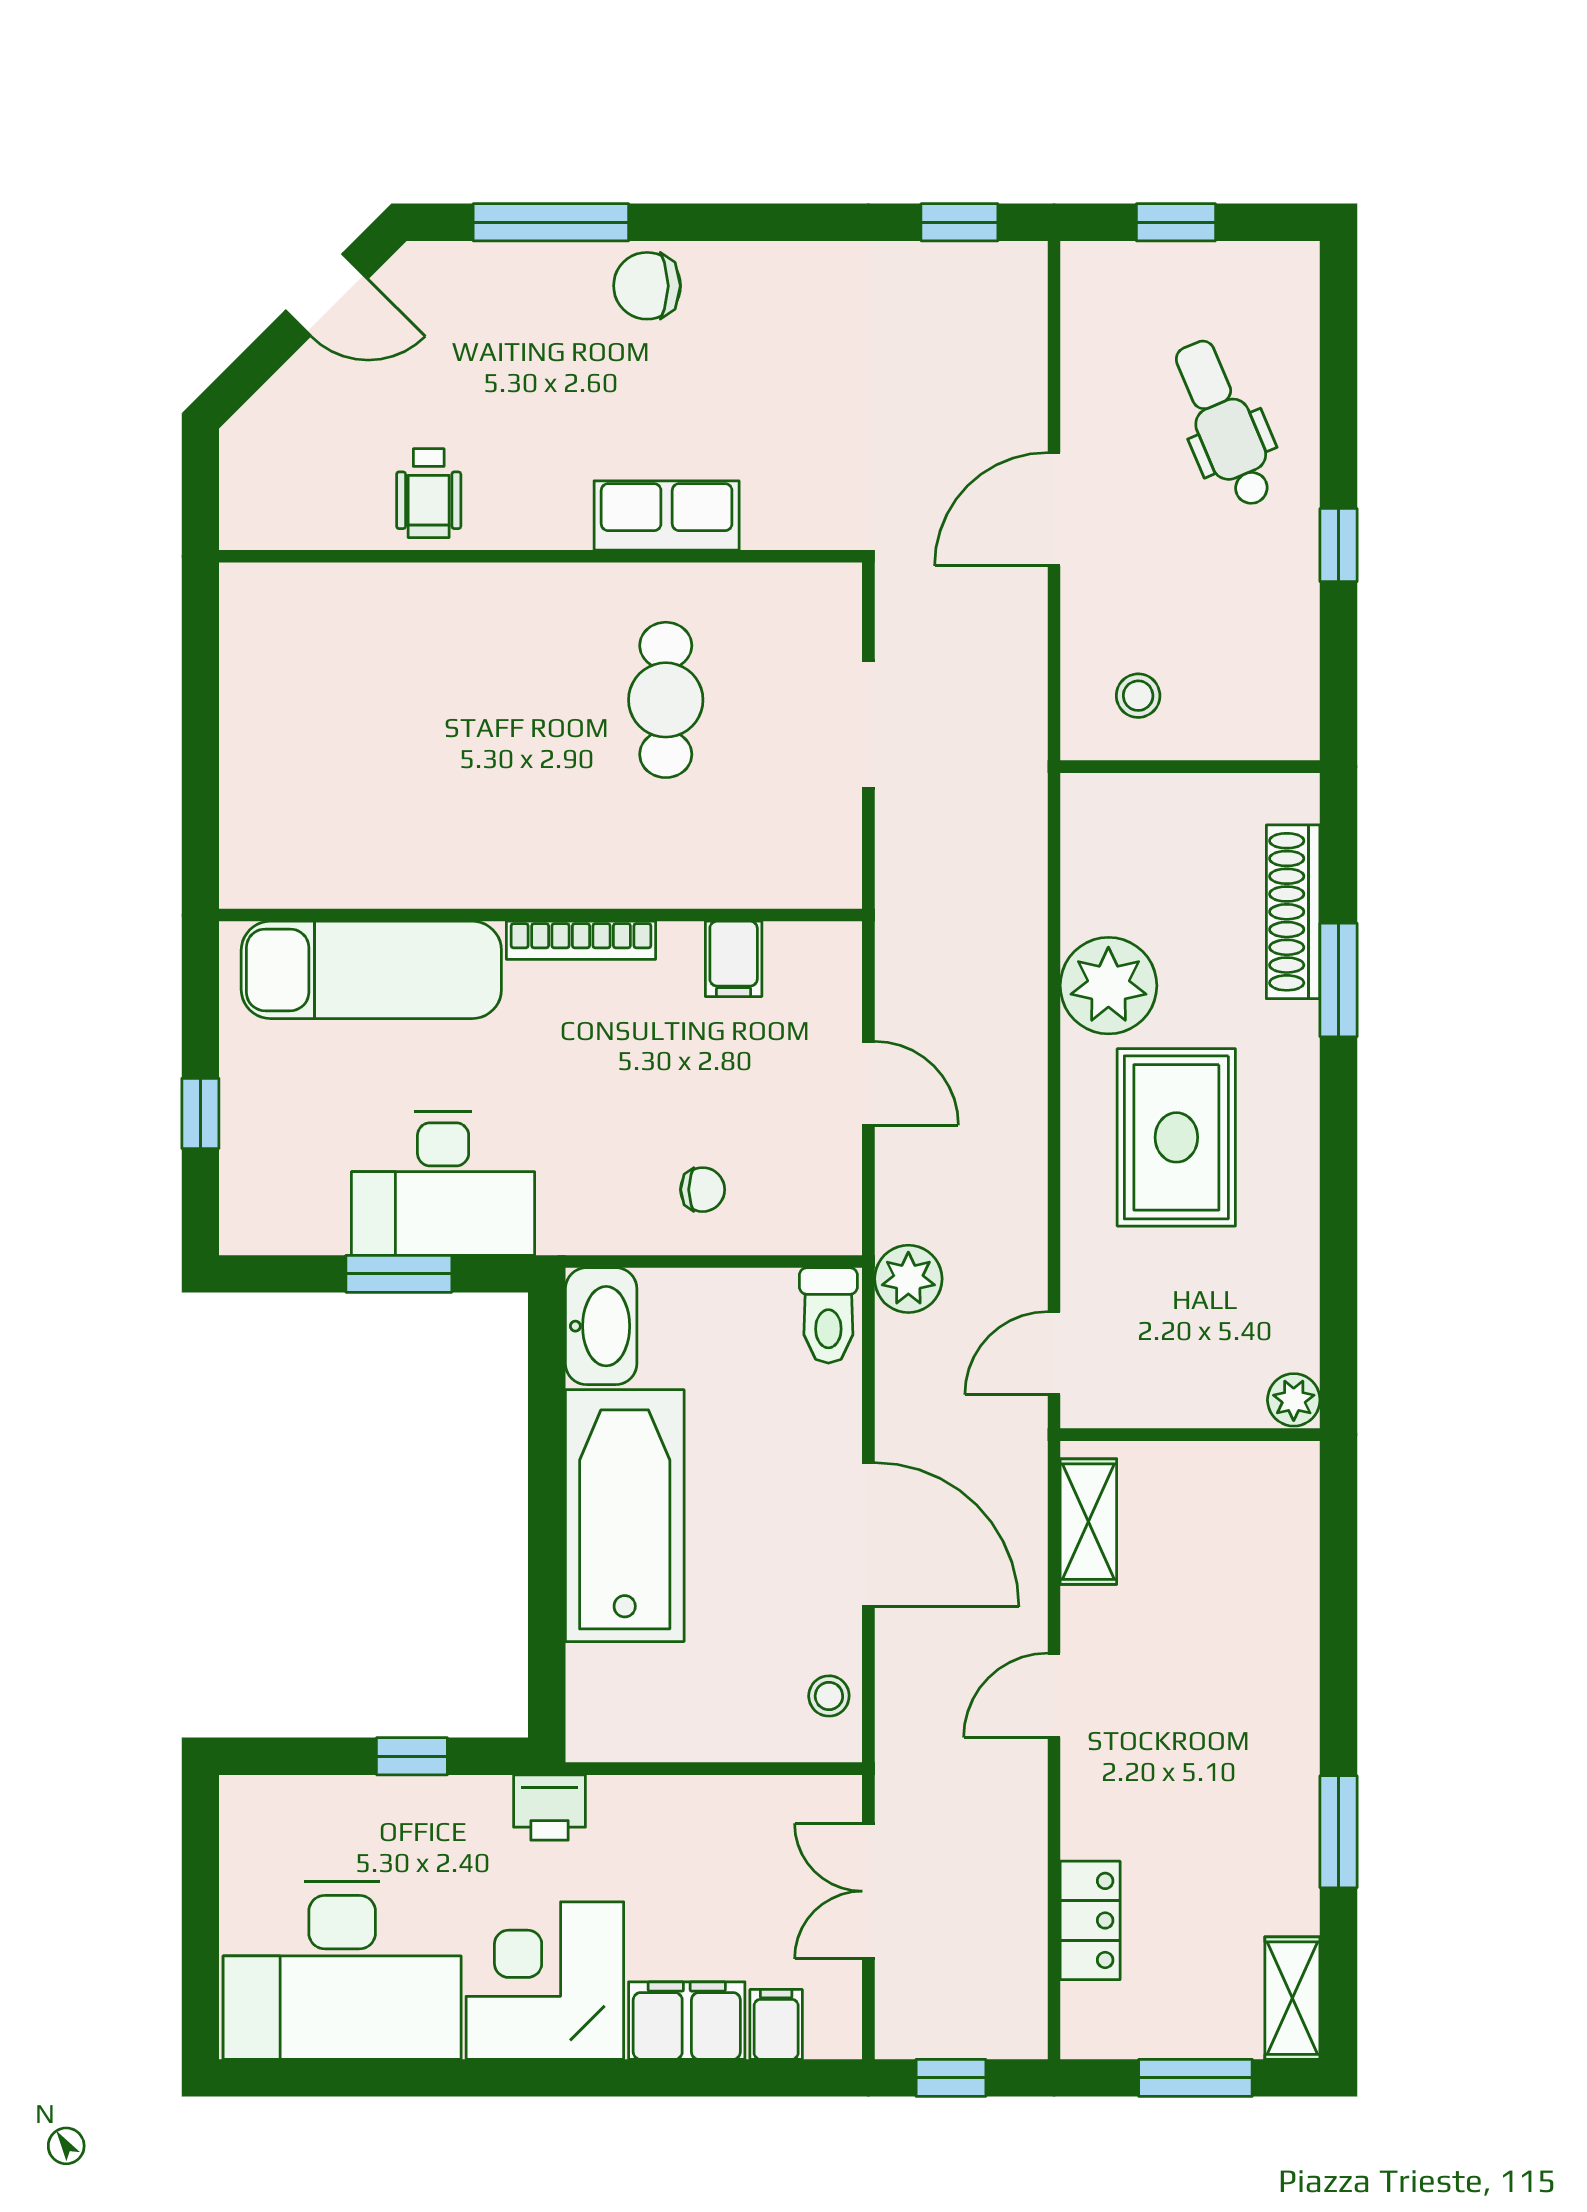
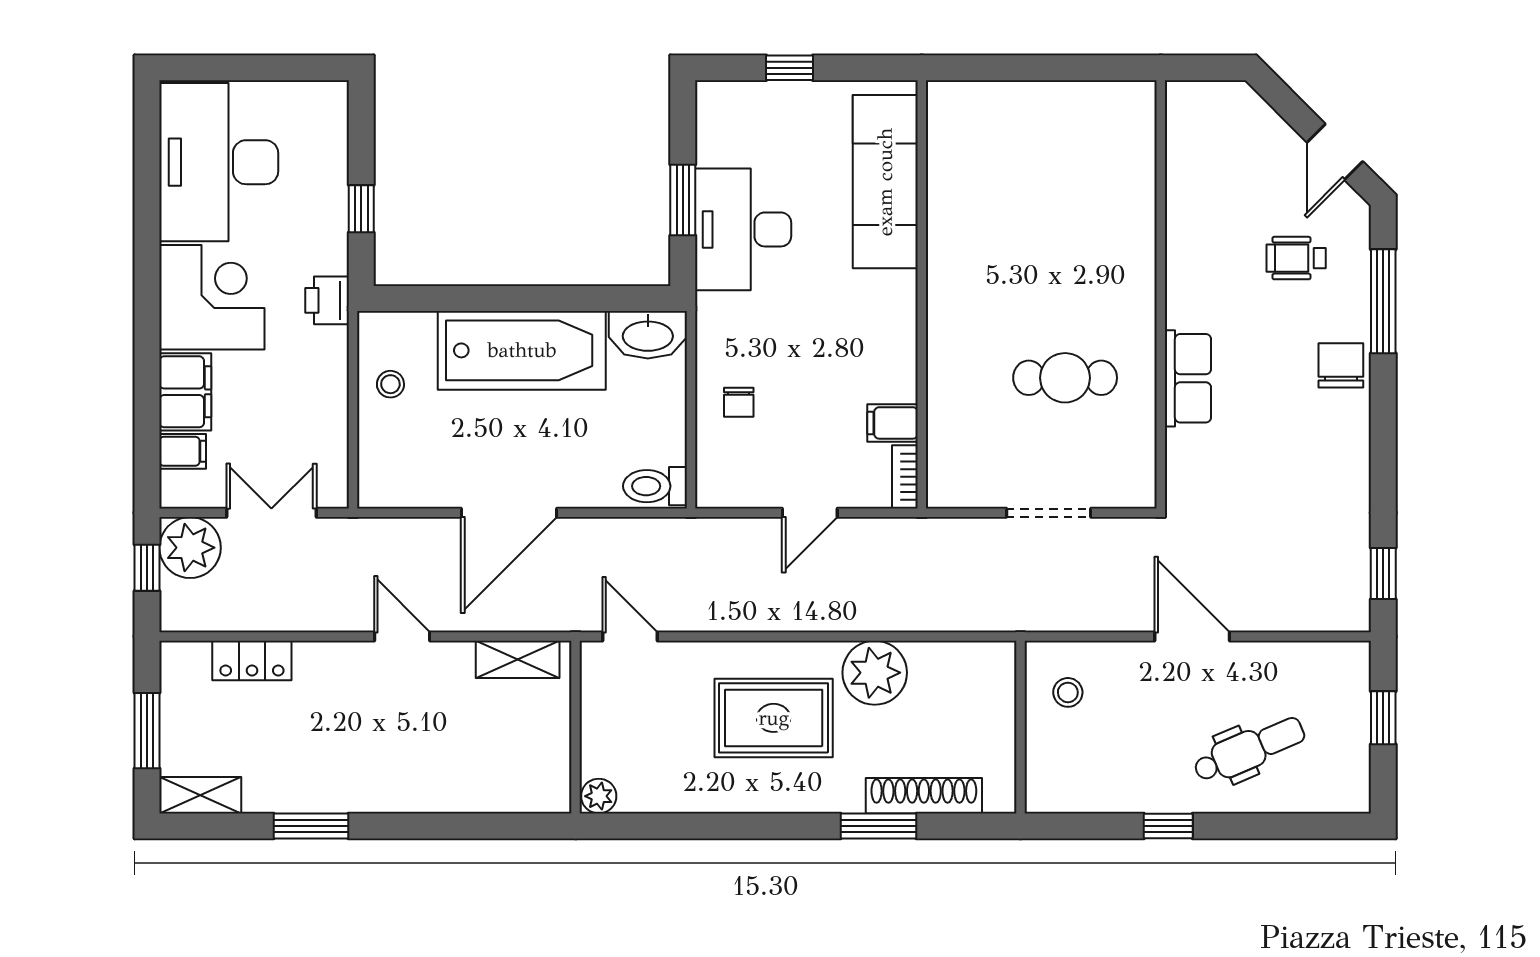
wheelchair: (429, 493) -> (1296, 258), moved
bookcase: (581, 940) -> (905, 477), moved, width x0.64
plant: (908, 1279) -> (190, 548), moved, width x1.36, depth x1.36
stool: (829, 1696) -> (390, 384), moved

